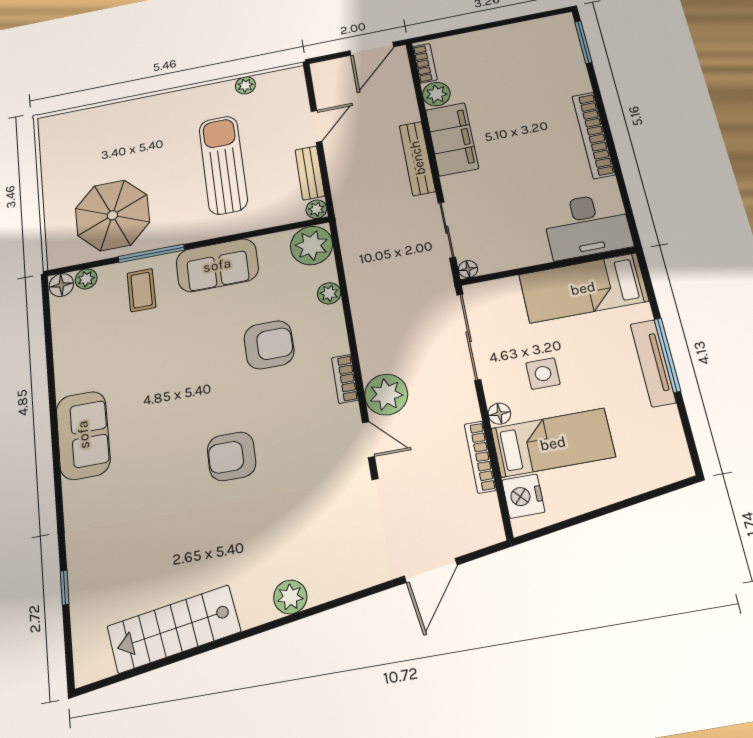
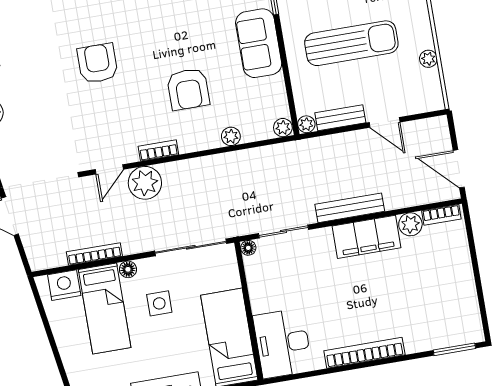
plant: (312, 245) -> (283, 128), width x0.53, depth x0.53

